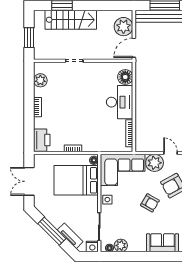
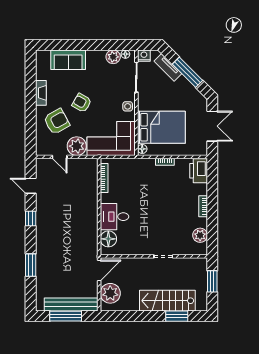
desk: (120, 102) -> (114, 217), width x0.73

